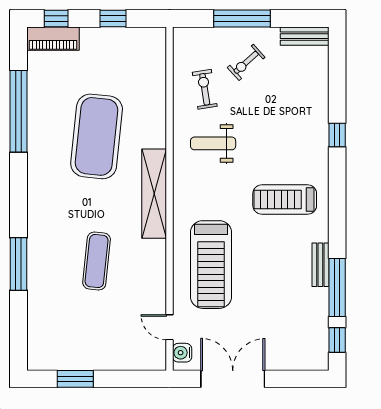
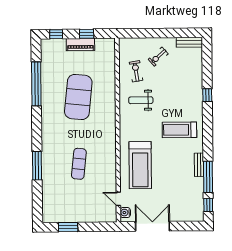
window: (242, 19) -> (156, 33), removed
piano: (53, 39) -> (80, 45), moved
shelving: (154, 194) -> (109, 127), removed

